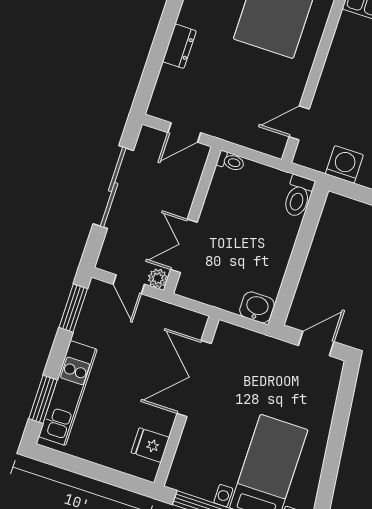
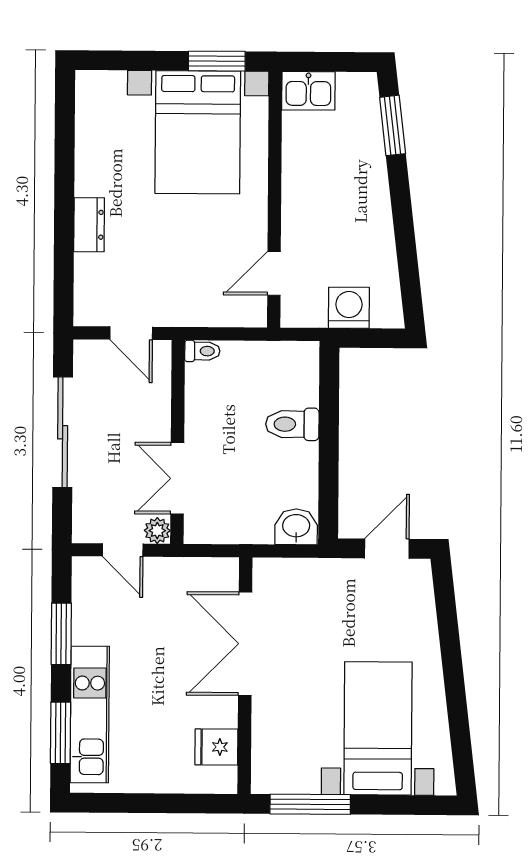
door: (184, 133) -> (131, 333), hinge flipped
toilet: (298, 196) -> (292, 424), moved, turned 90
window: (73, 308) -> (61, 634), moved

